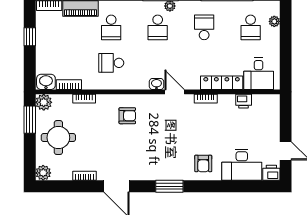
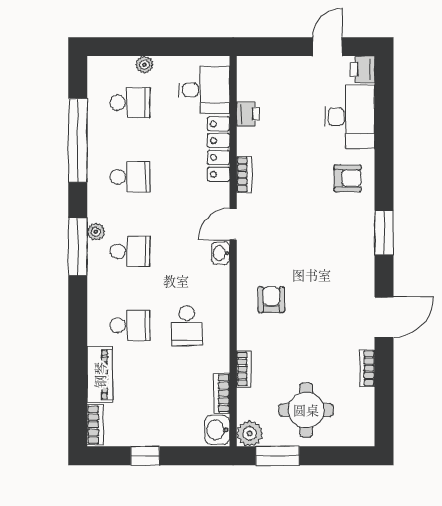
plant: (274, 21) -> (144, 65), moved
school desk: (204, 27) -> (130, 177), turned 180
plant: (43, 173) -> (363, 434), removed

